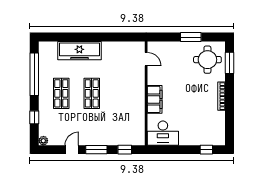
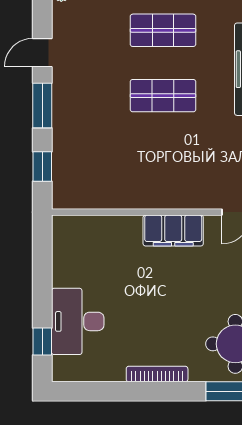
filing cabinet: (155, 99) -> (173, 231), moved
desk: (163, 133) -> (78, 321), moved
door: (72, 150) -> (42, 53), swing flipped

